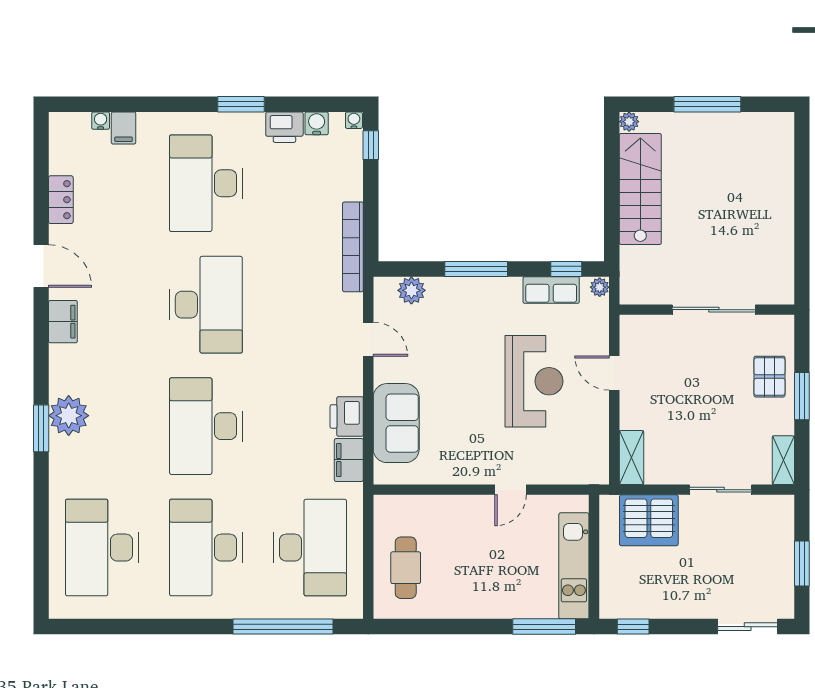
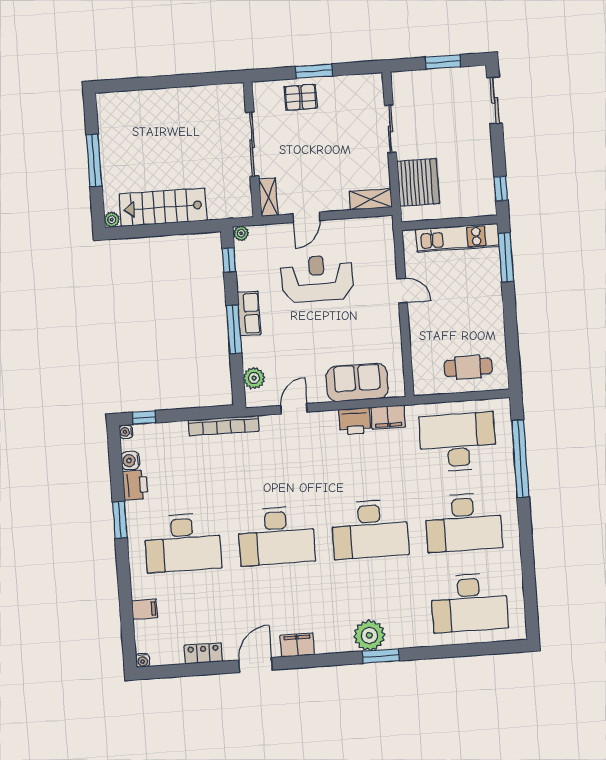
water cooler: (101, 121) -> (143, 660), moved, turned -90
row of seats: (551, 290) -> (249, 313), moved
desk: (206, 305) -> (276, 536), turned 180
shelving: (783, 460) -> (268, 197), moved, turned 90

